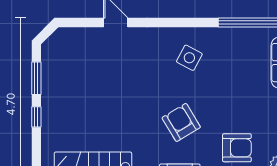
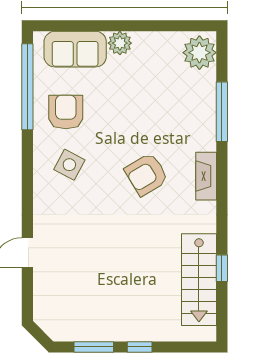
armchair: (237, 148) -> (66, 112), moved

